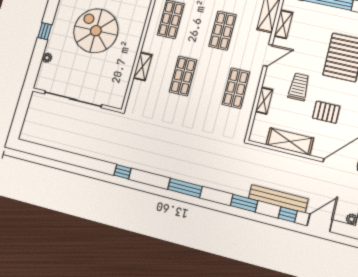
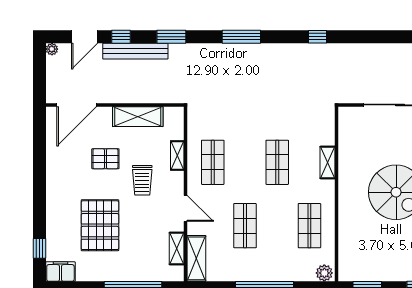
door: (268, 55) -> (186, 208), swing flipped

